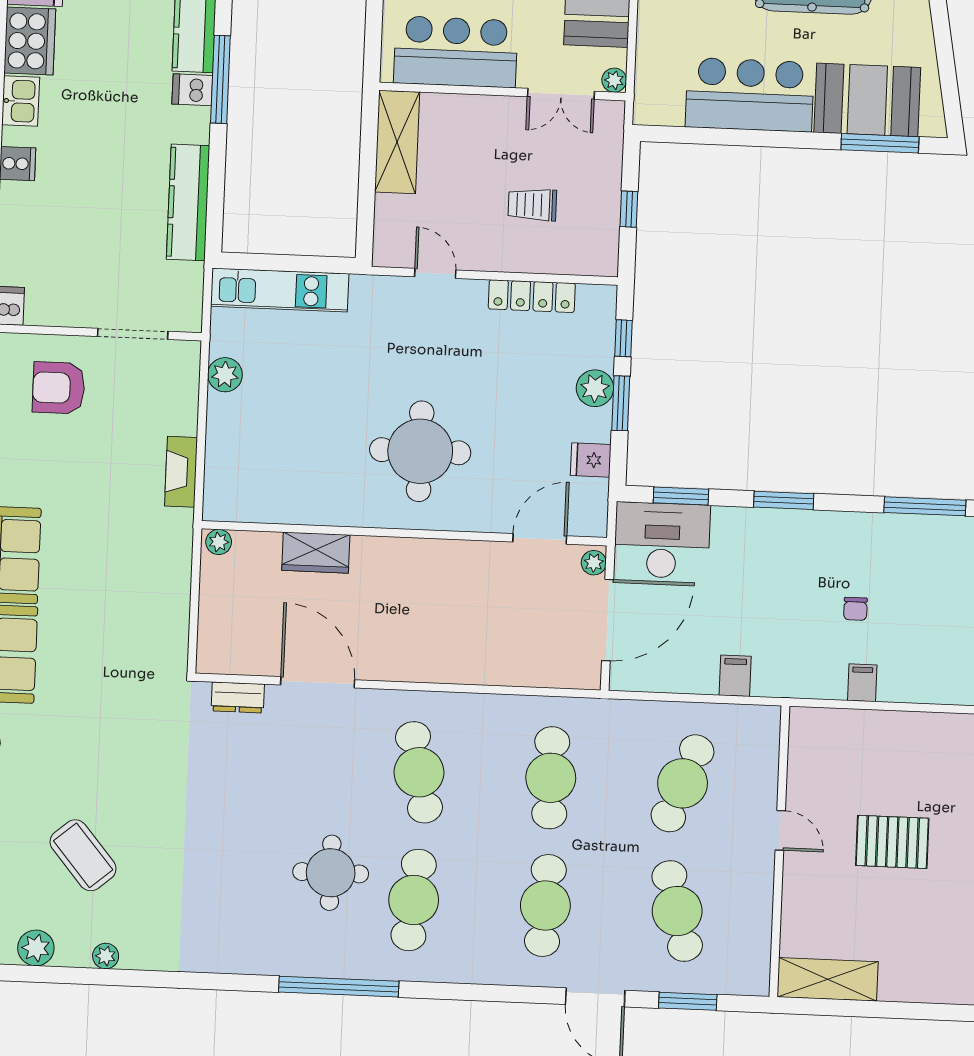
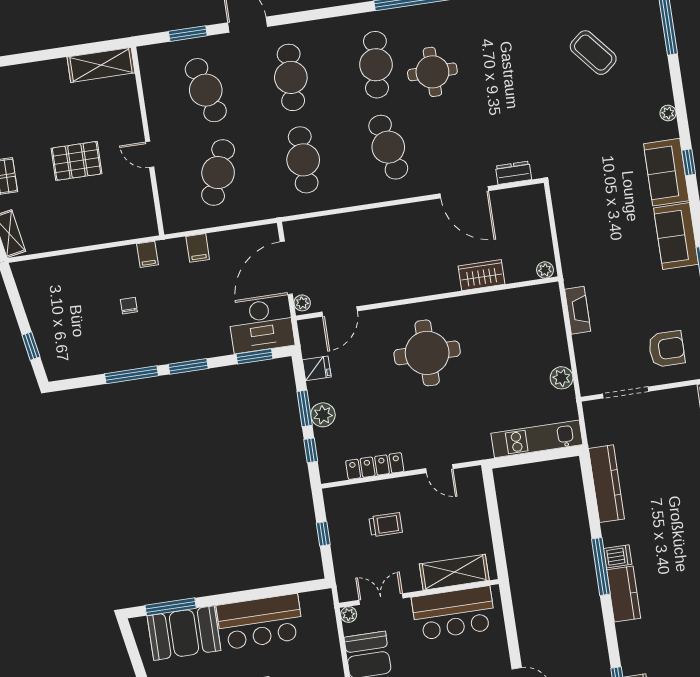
shelving: (397, 142) -> (454, 572), moved, turned 90
window: (925, 506) -> (131, 375), moved
filing cabinet: (862, 683) -> (148, 254), moved

